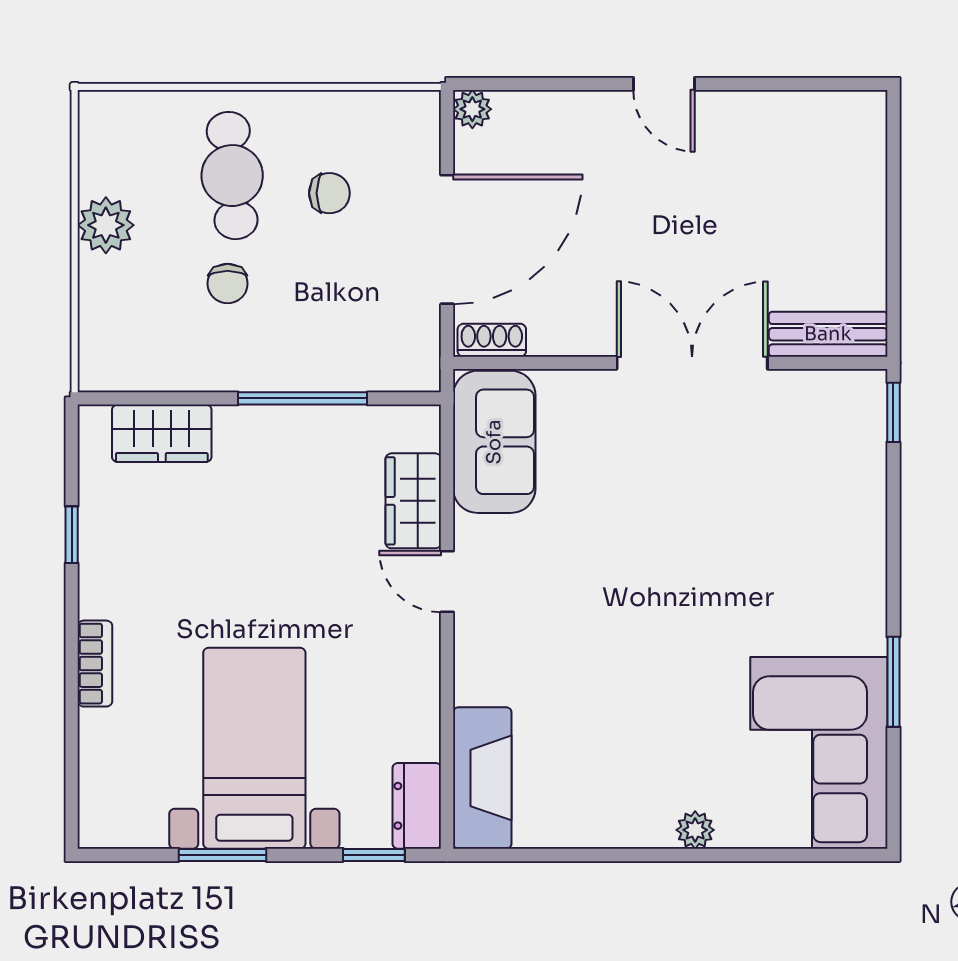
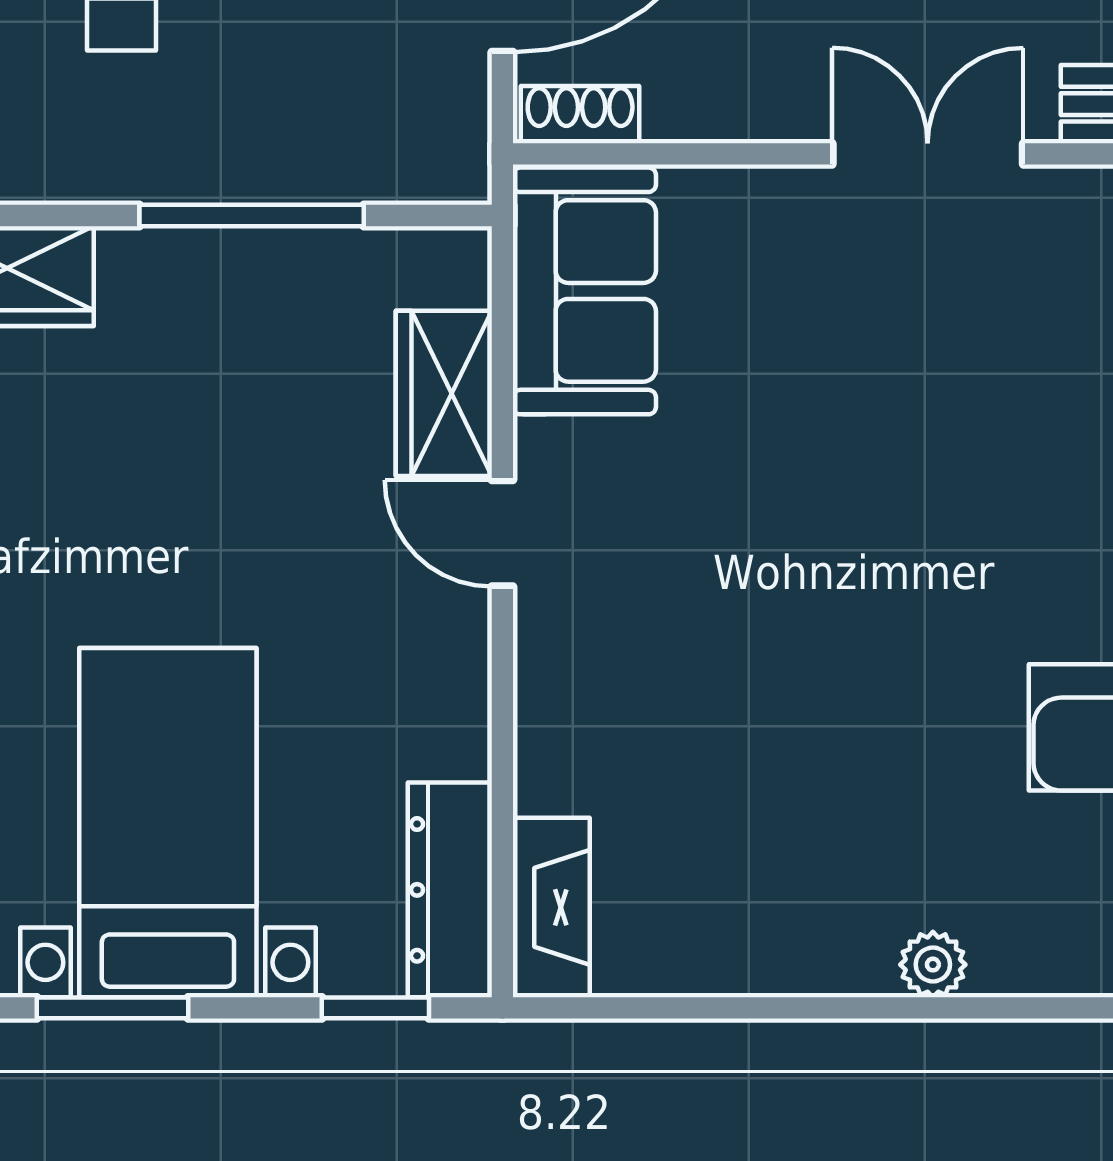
double door: (692, 363) -> (928, 154), width x0.73
fireplace: (482, 778) -> (551, 907), width x0.73, depth x0.76
dresser: (417, 806) -> (450, 890), width x1.44

